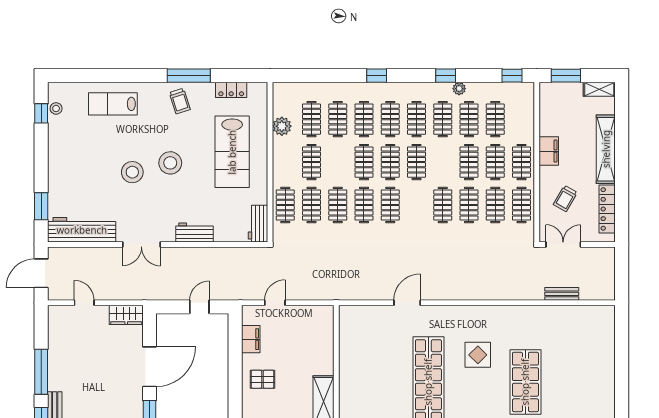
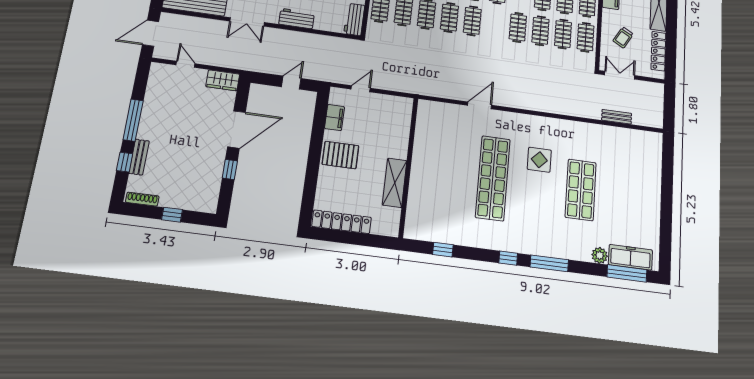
pallet: (262, 379) -> (340, 155), width x1.50, depth x1.42

